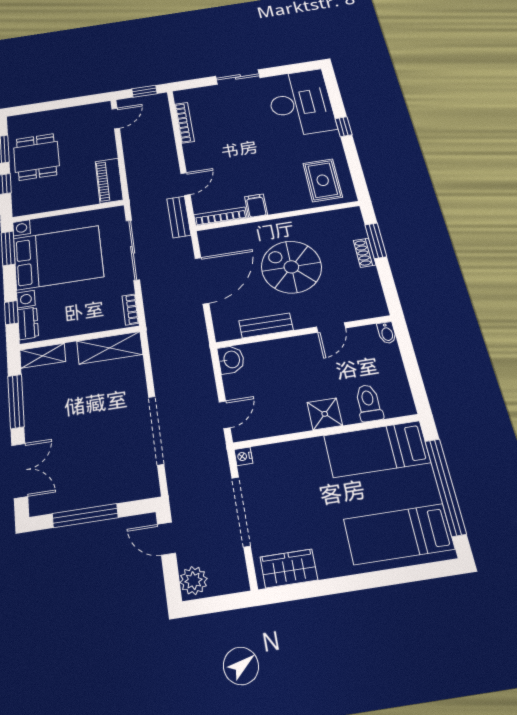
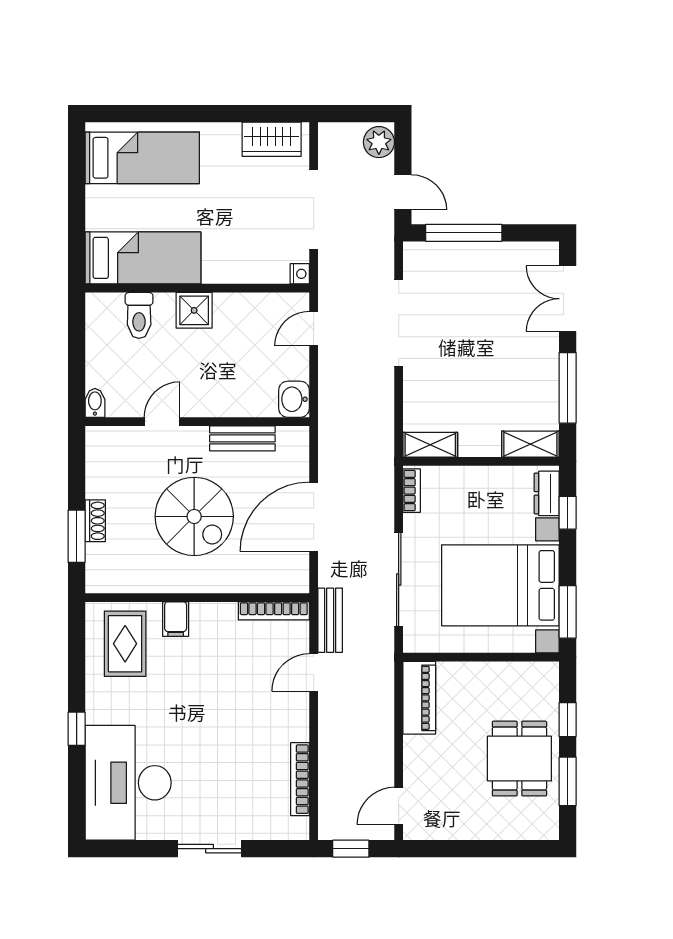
filing cabinet: (256, 206) -> (176, 619), moved
shelving: (110, 348) -> (430, 445), width x0.67, depth x0.75
window: (445, 487) -> (77, 202), removed
window: (85, 516) -> (464, 233), moved

